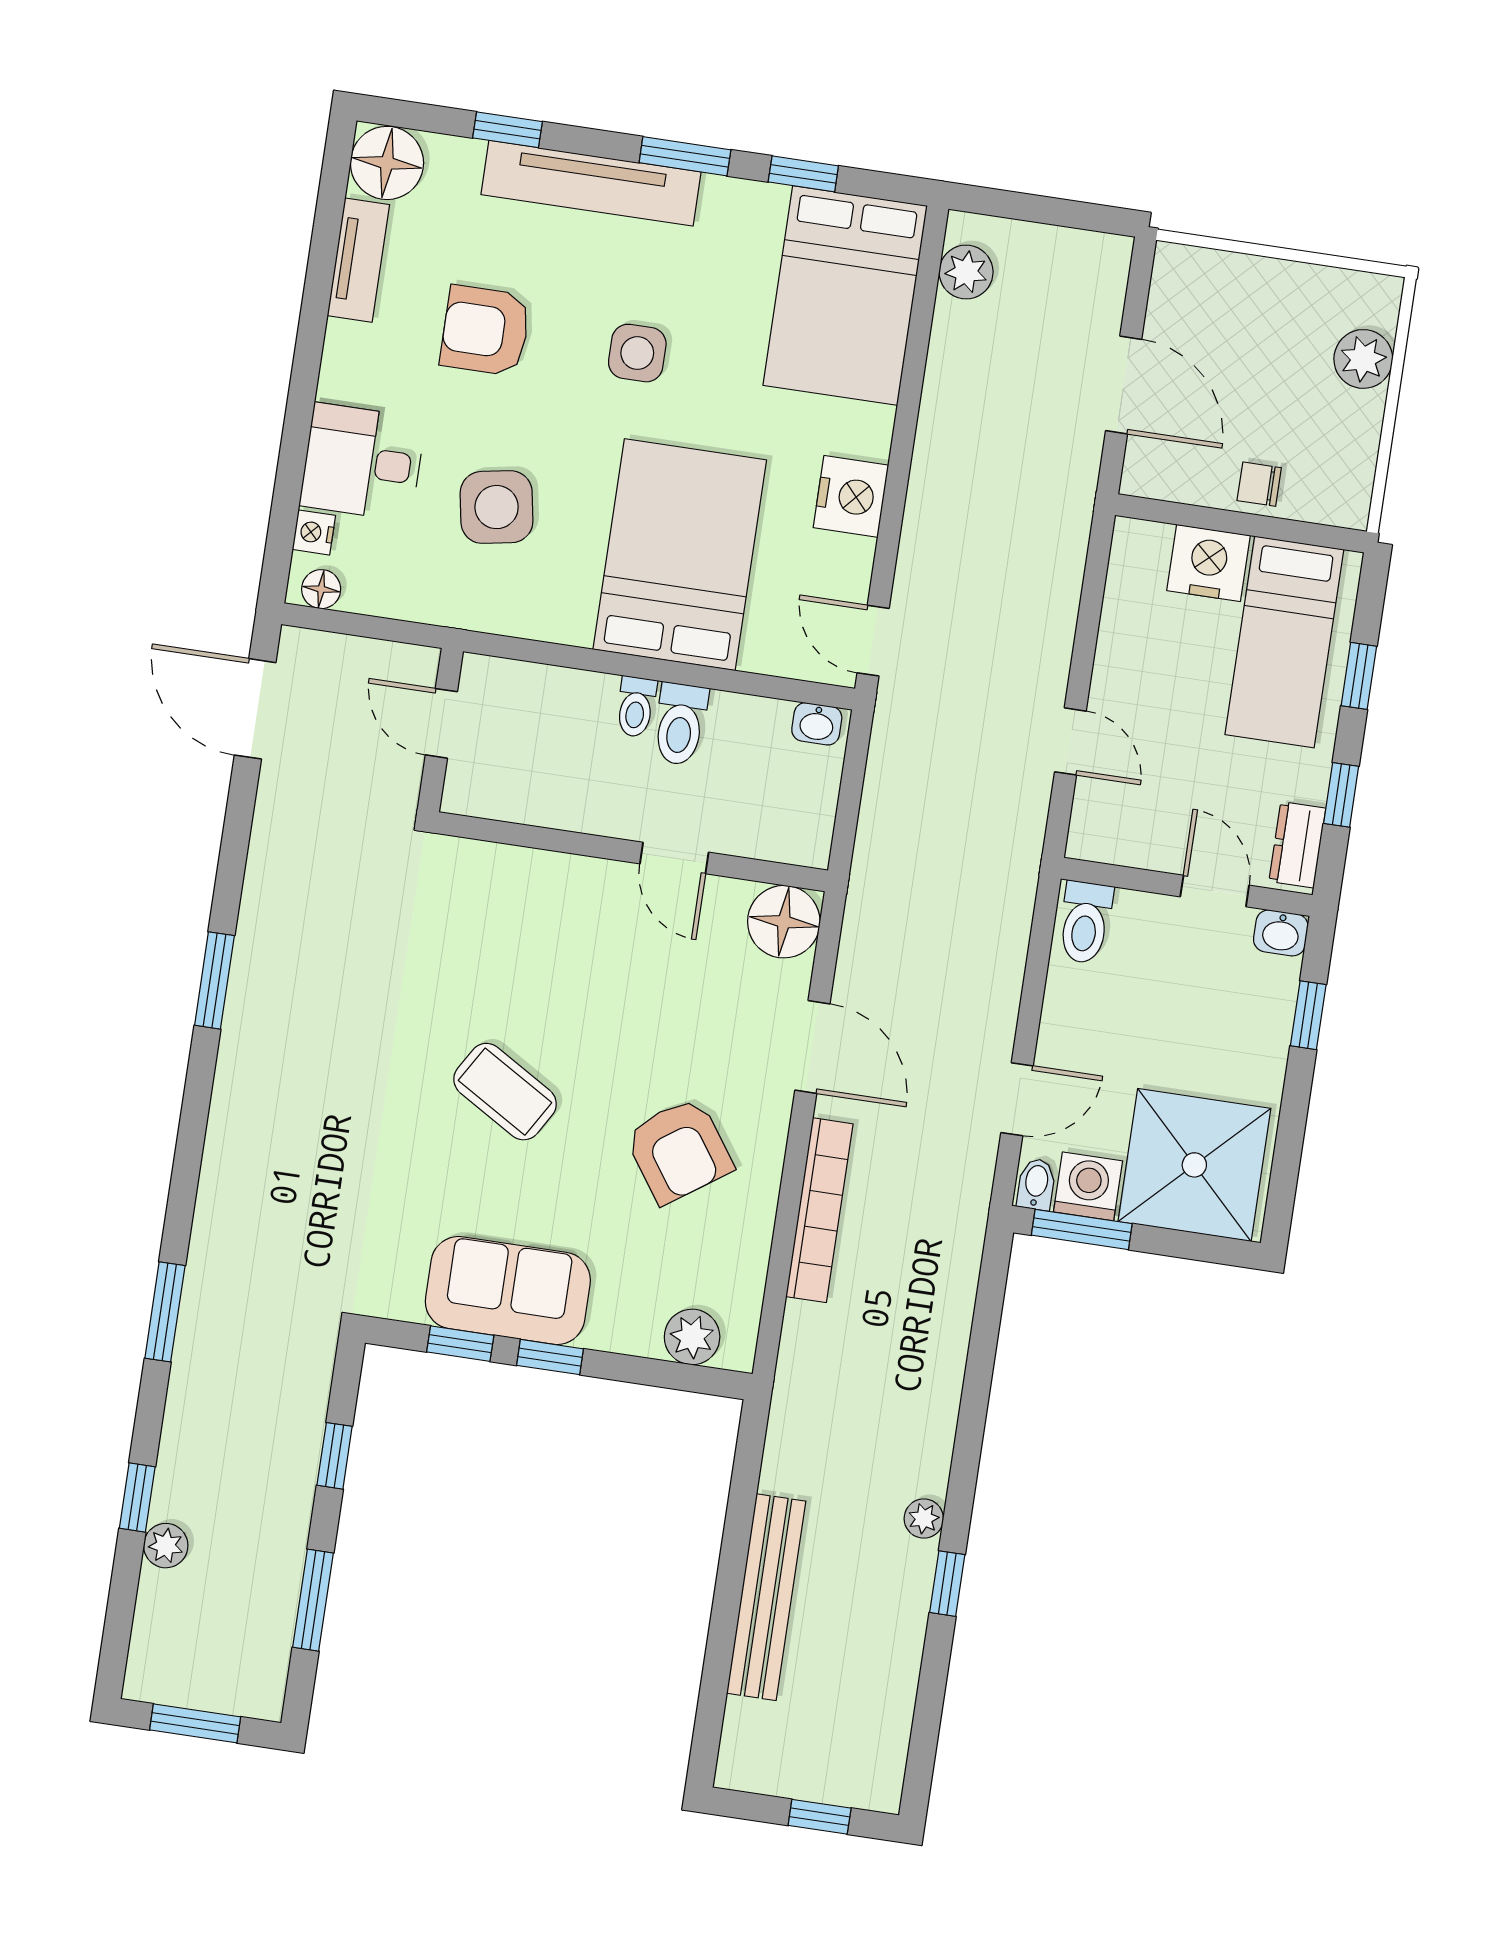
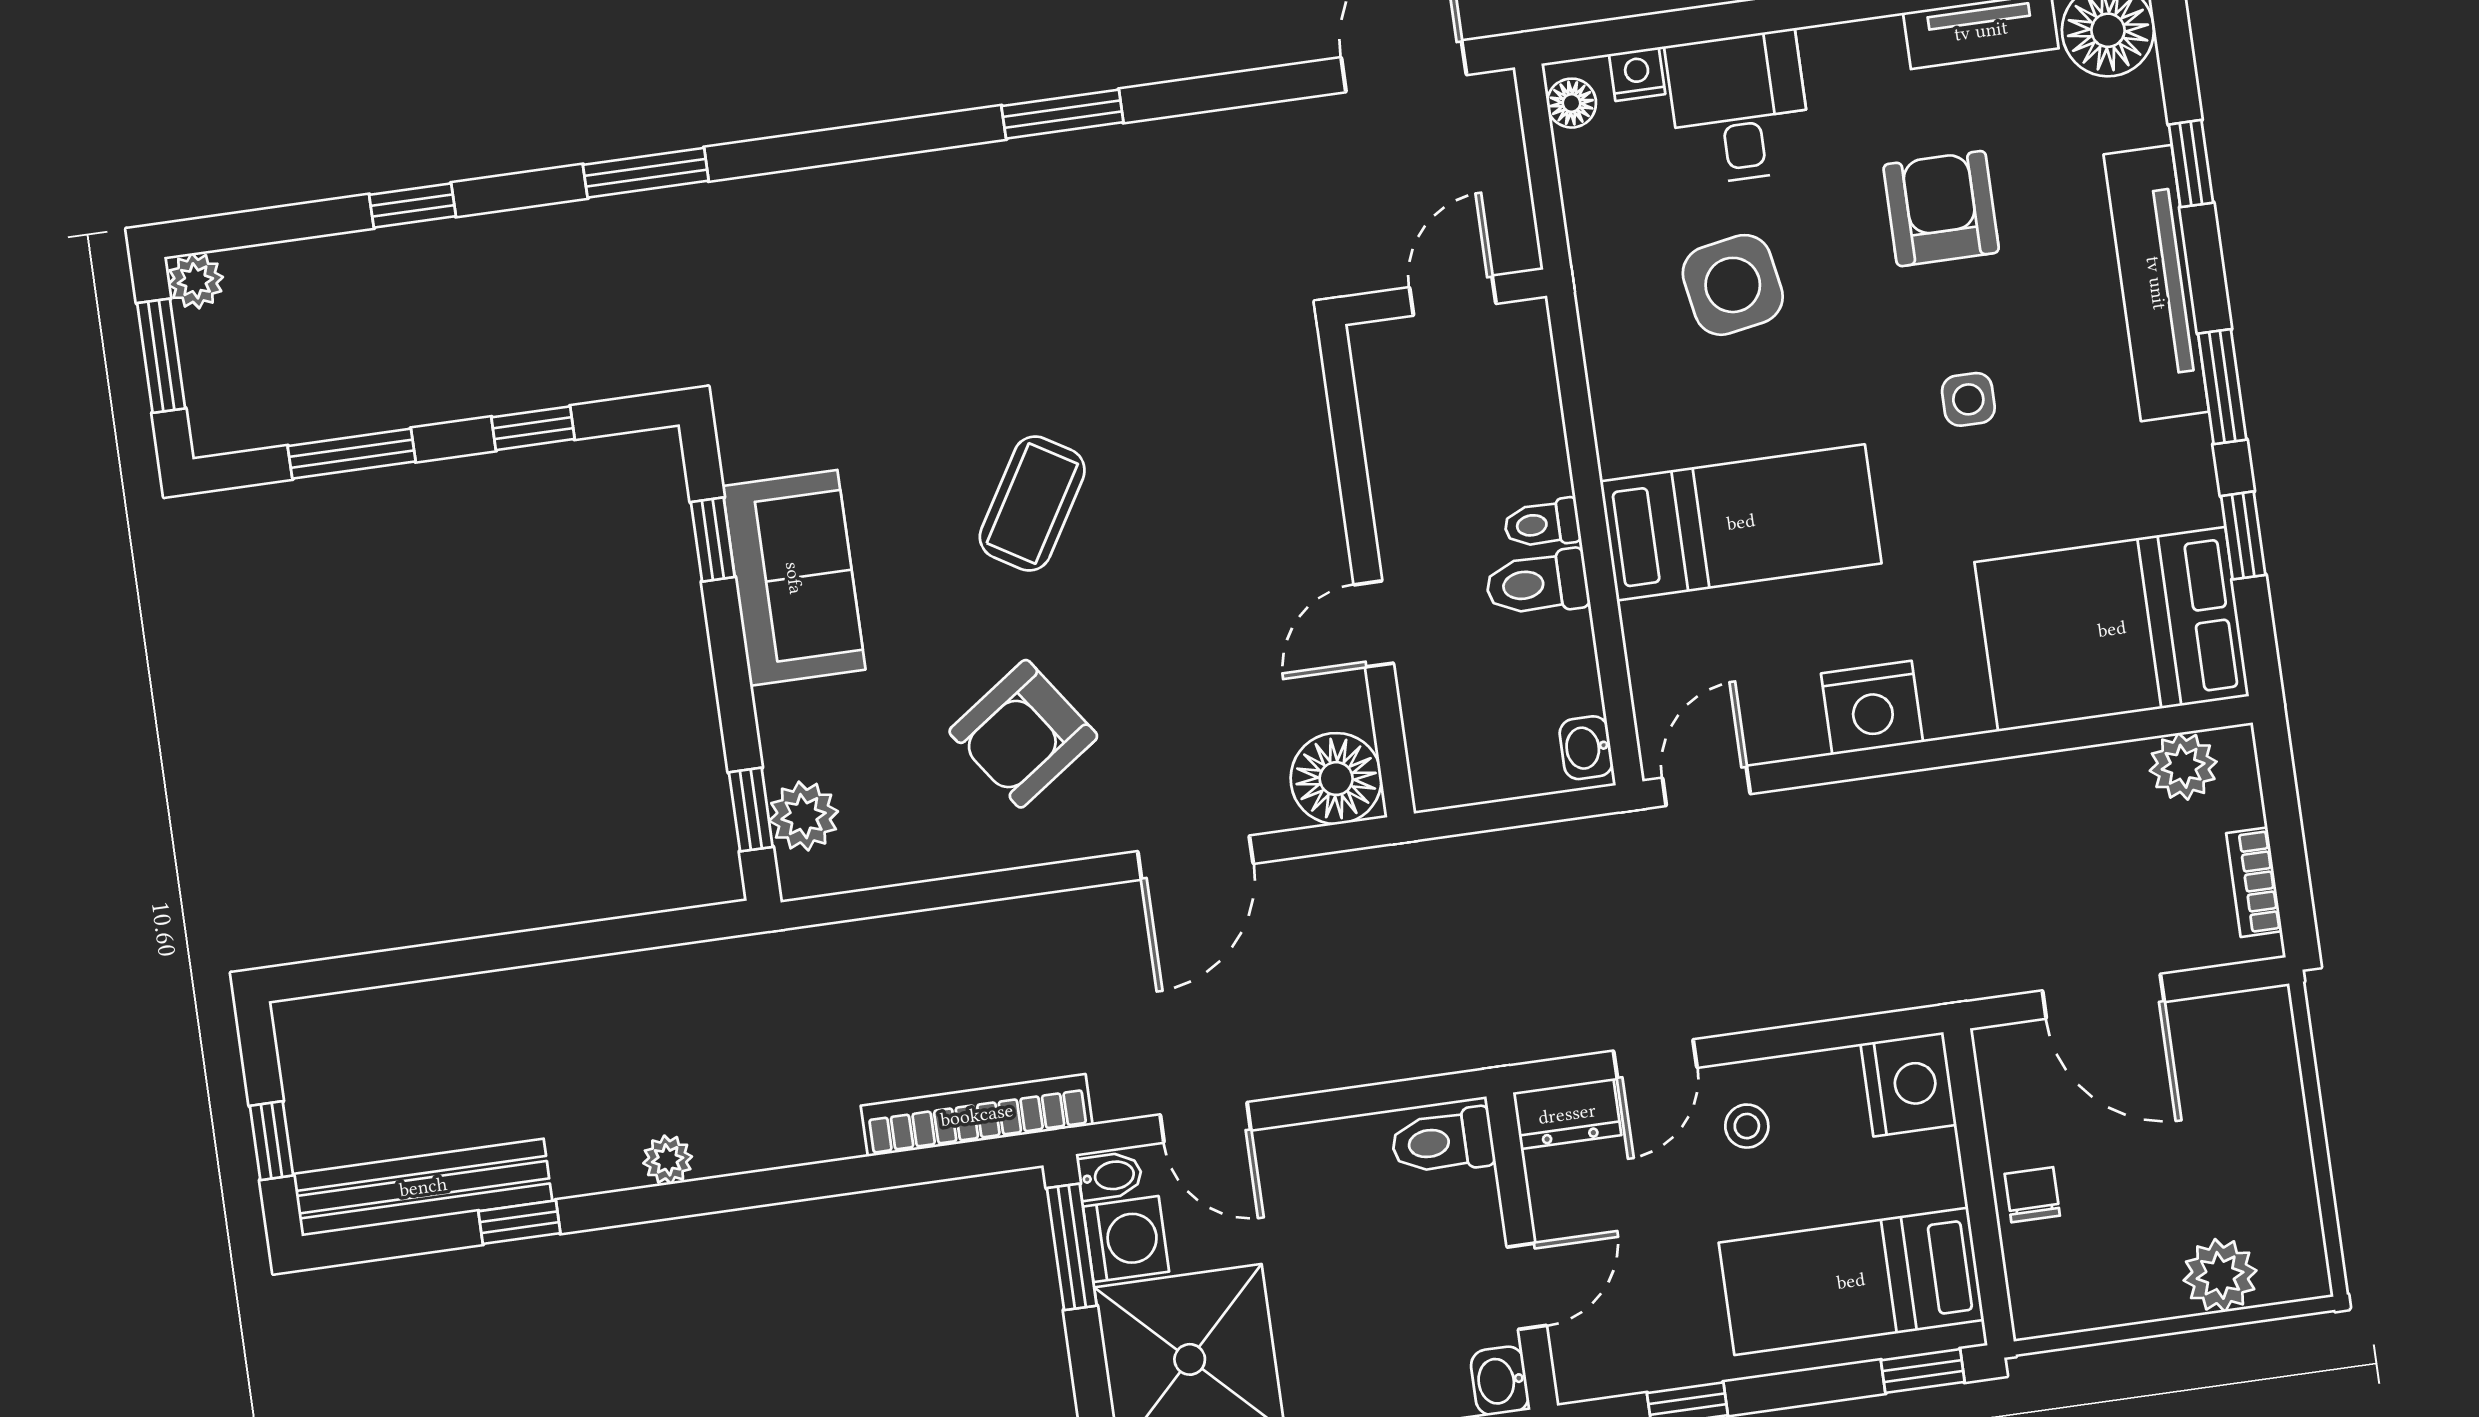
bookcase: (1071, 244) -> (2254, 882), added
side table: (637, 353) -> (1968, 399), width x0.73, depth x0.73
door: (1124, 385) -> (2103, 996), hinge flipped
bed: (680, 555) -> (1741, 522), width x0.67
nightstand: (1208, 563) -> (1908, 1084), moved
window: (1359, 676) -> (1923, 1371), moved
stool: (1142, 687) -> (1747, 1126), added
dresser: (1297, 845) -> (1567, 1114), moved, turned 180
bookcase: (819, 1210) -> (977, 1115), moved, turned 180
window: (550, 1357) -> (751, 810), moved
plant: (166, 1546) -> (195, 281), moved
window: (947, 1584) -> (519, 1222), moved
bench: (766, 1597) -> (423, 1187), moved

